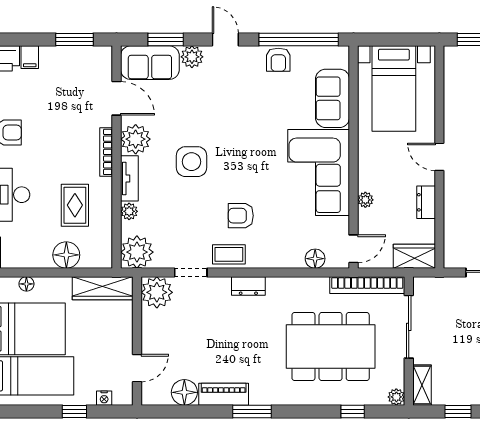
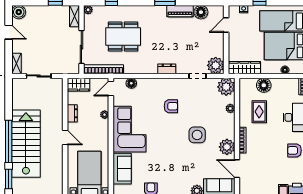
tv unit: (129, 178) -> (230, 126), removed
coffee table: (229, 254) -> (177, 86), removed
dining table: (331, 347) -> (123, 37), width x0.73, depth x0.80

